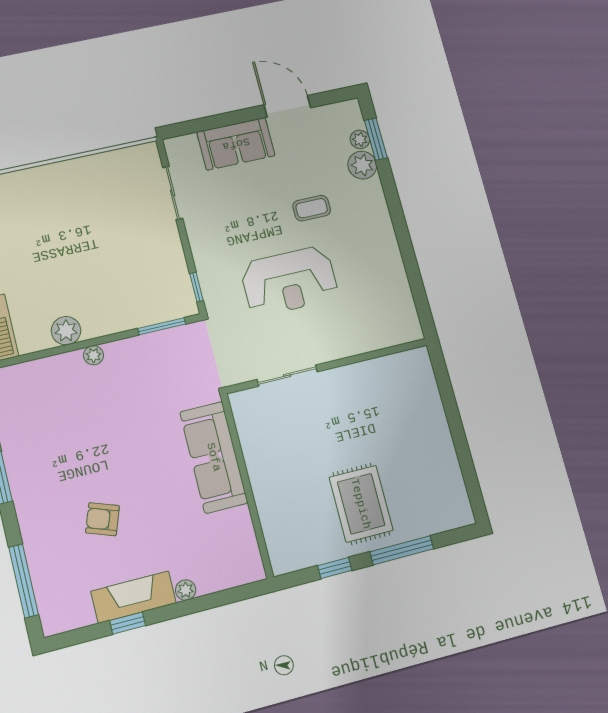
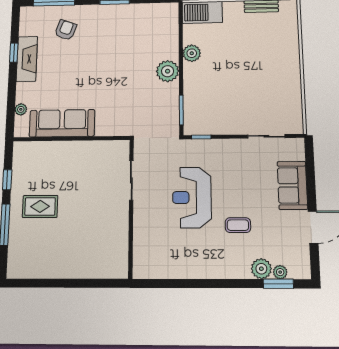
coffee table: (312, 208) -> (238, 225), turned 90
plant: (94, 355) -> (168, 71), width x1.87, depth x1.87
sofa: (214, 457) -> (62, 123), moved
rug: (361, 504) -> (40, 206), width x0.73, depth x0.70
armchair: (102, 519) -> (66, 30), moved
plant: (186, 590) -> (21, 109), moved

